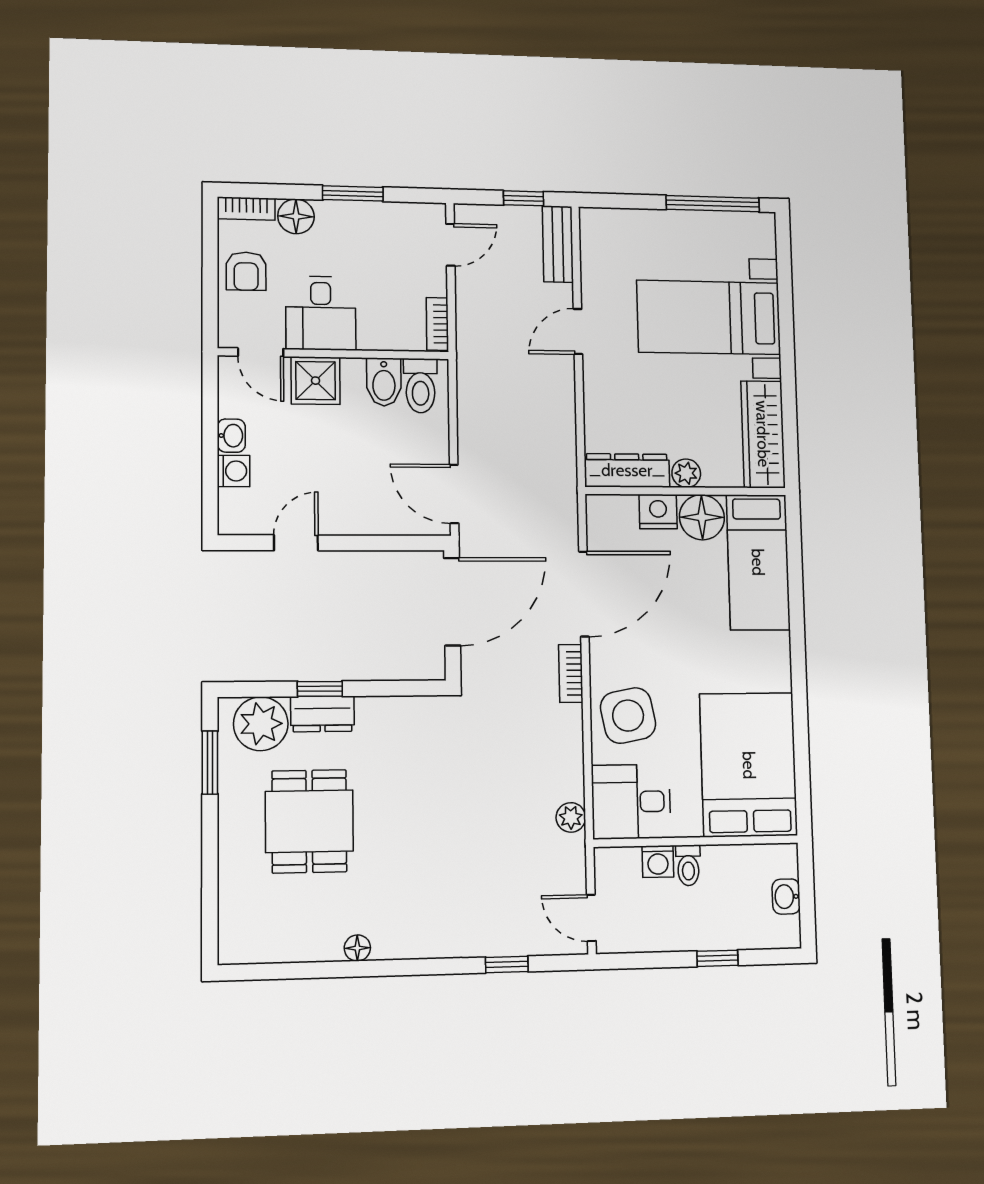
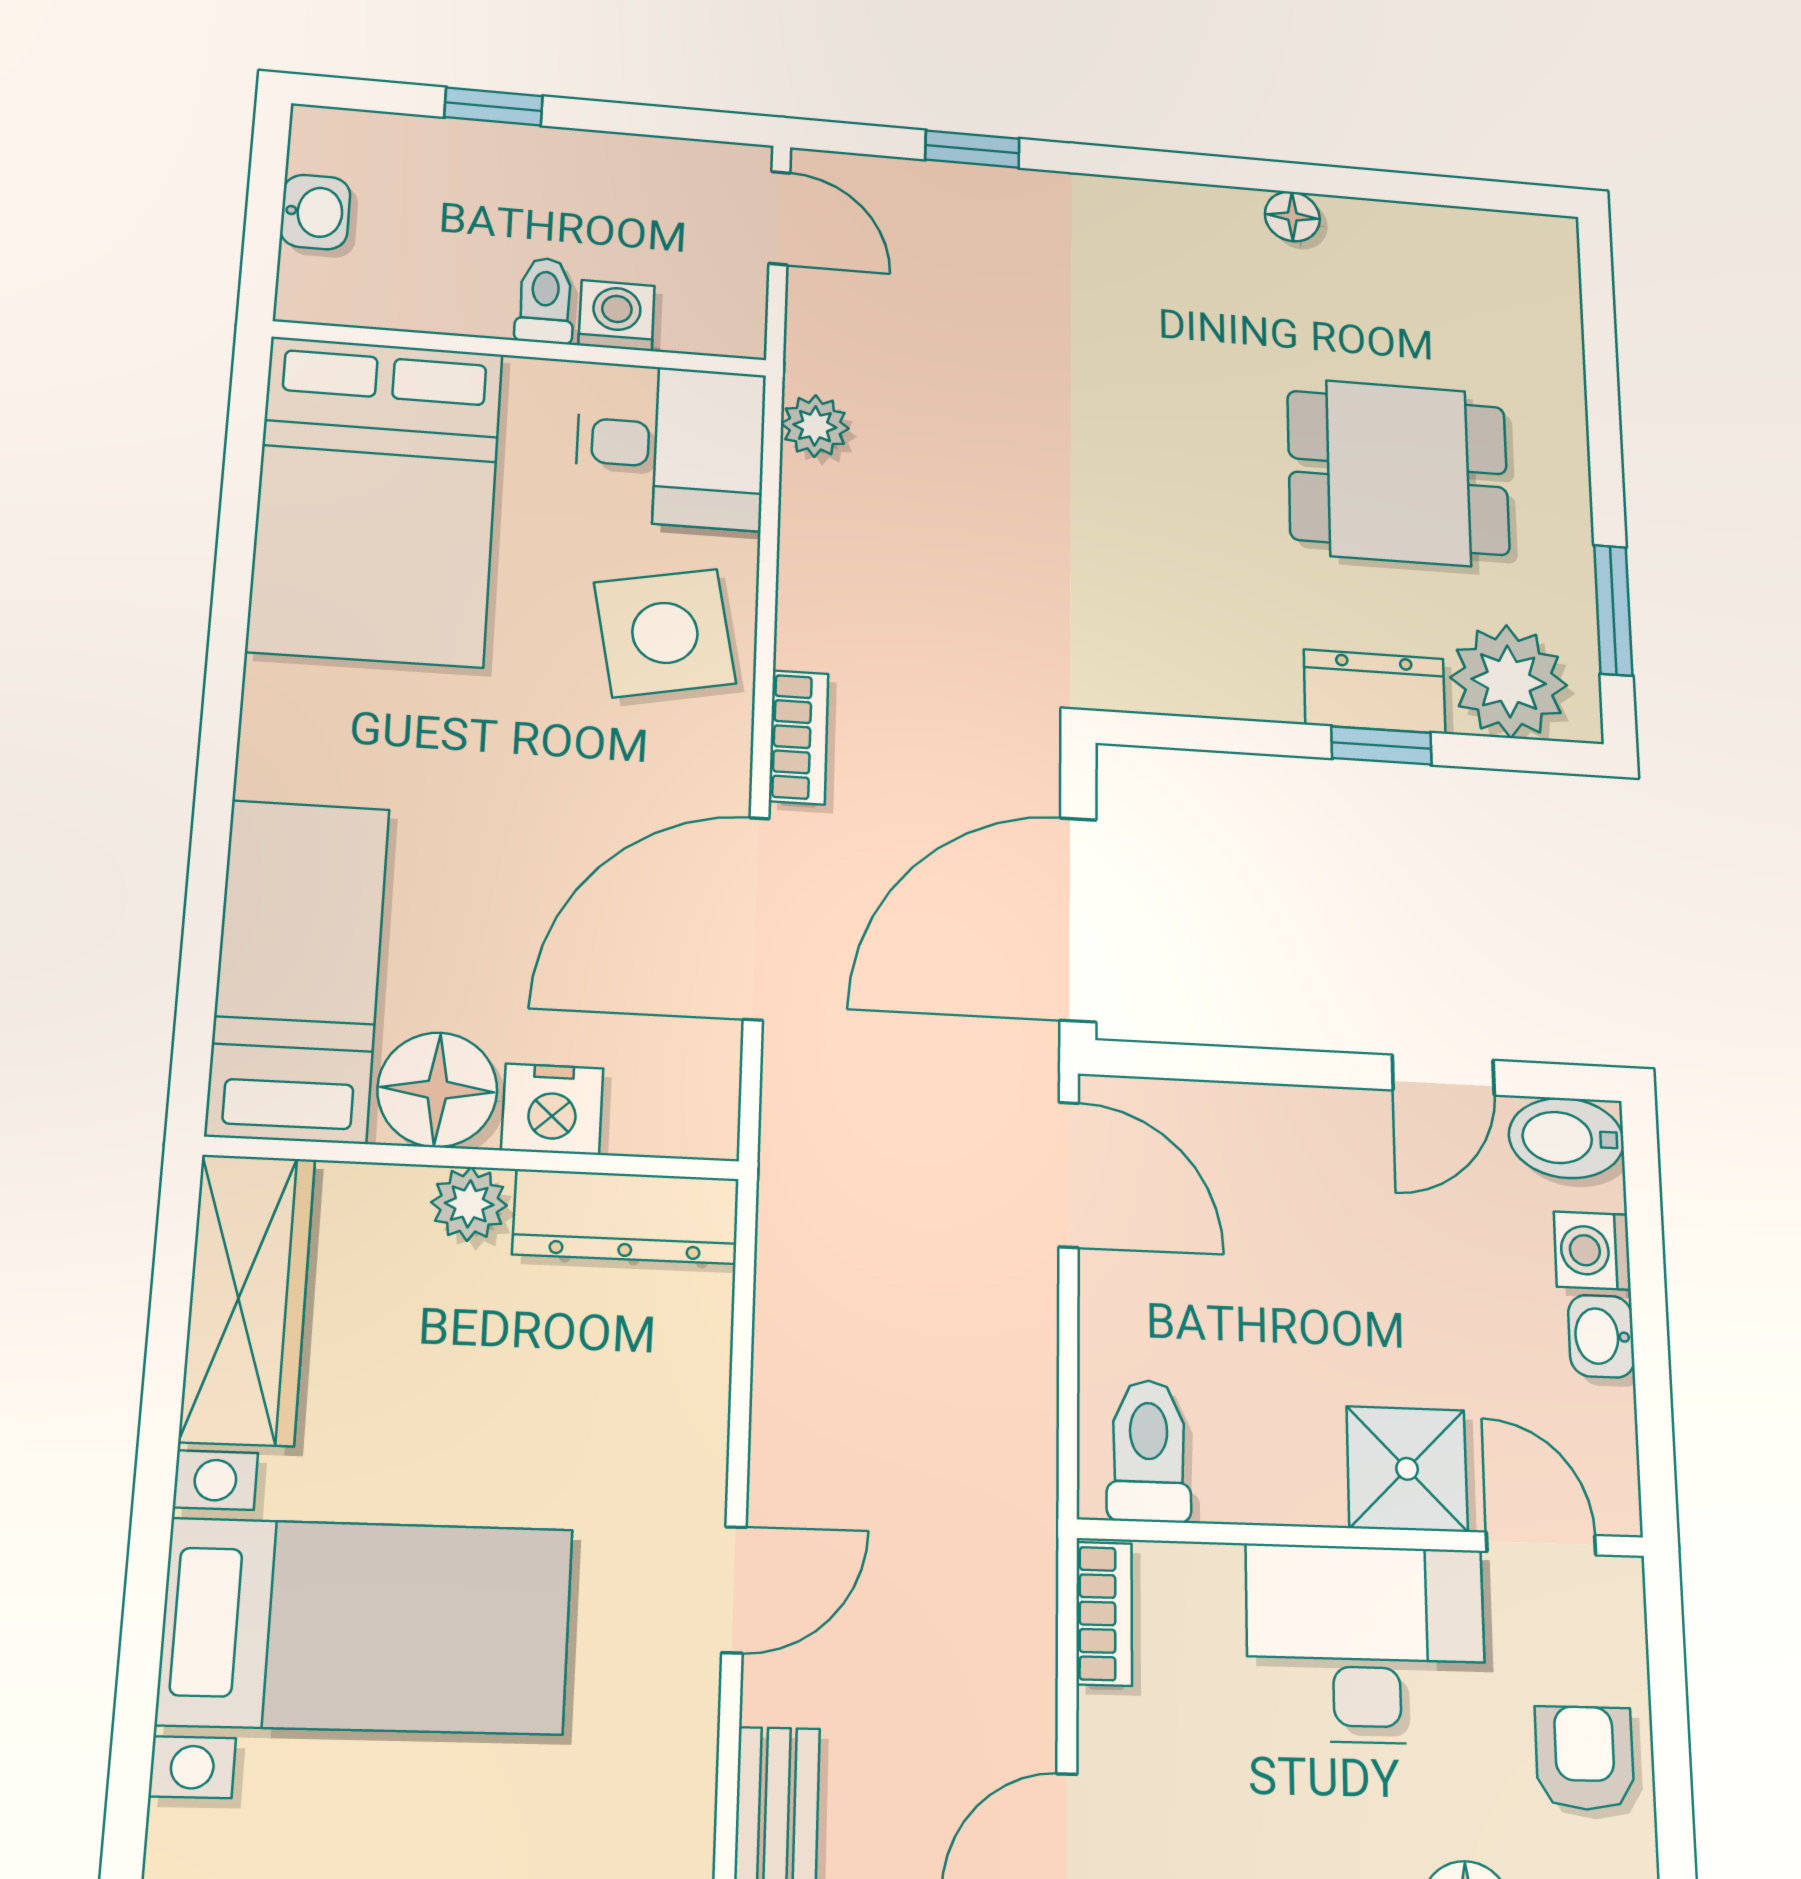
desk: (321, 313) -> (1366, 1644), width x1.37
bidet: (384, 382) -> (1566, 1138), moved, turned -90
dining table: (309, 821) -> (1398, 473), turned 90

